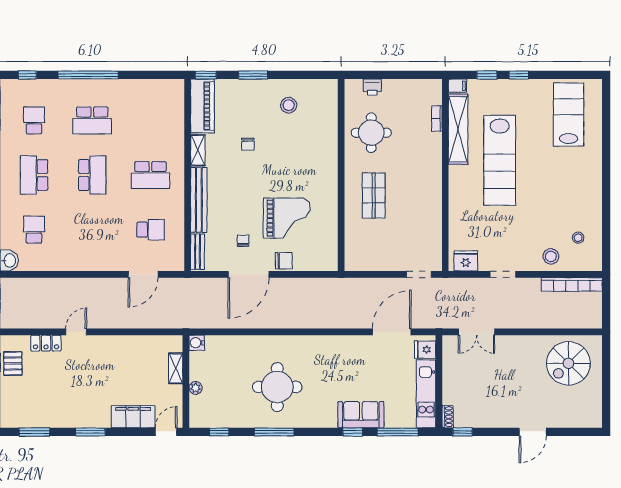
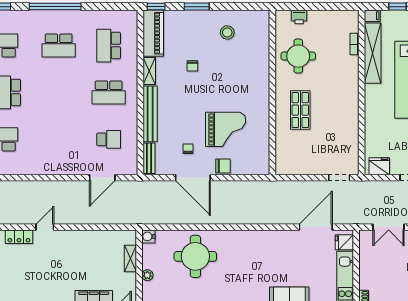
school desk: (92, 175) -> (109, 46), moved, turned 180
door: (249, 274) -> (193, 178), hinge flipped
round table: (277, 387) -> (195, 256), moved

